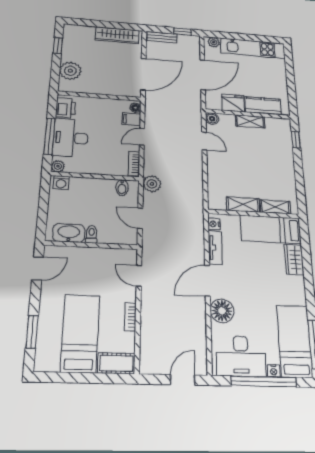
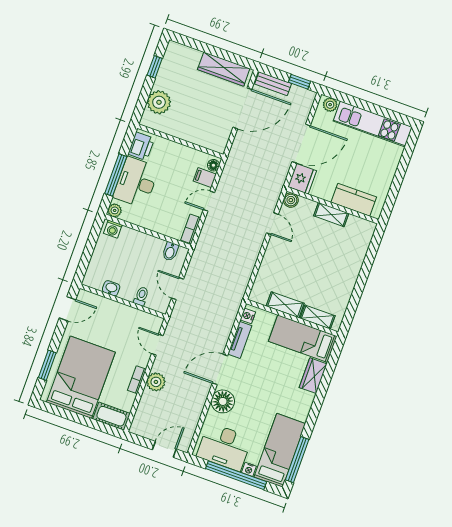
door: (143, 74) -> (242, 108), moved
fridge: (233, 103) -> (302, 179), moved, turned 90
window: (296, 140) -> (373, 250), removed
plant: (152, 184) -> (156, 382), moved
washbasin: (69, 233) -> (111, 288), width x0.52, depth x0.69
toilet: (92, 234) -> (141, 296), moved
bed: (80, 333) -> (81, 377), width x1.50

